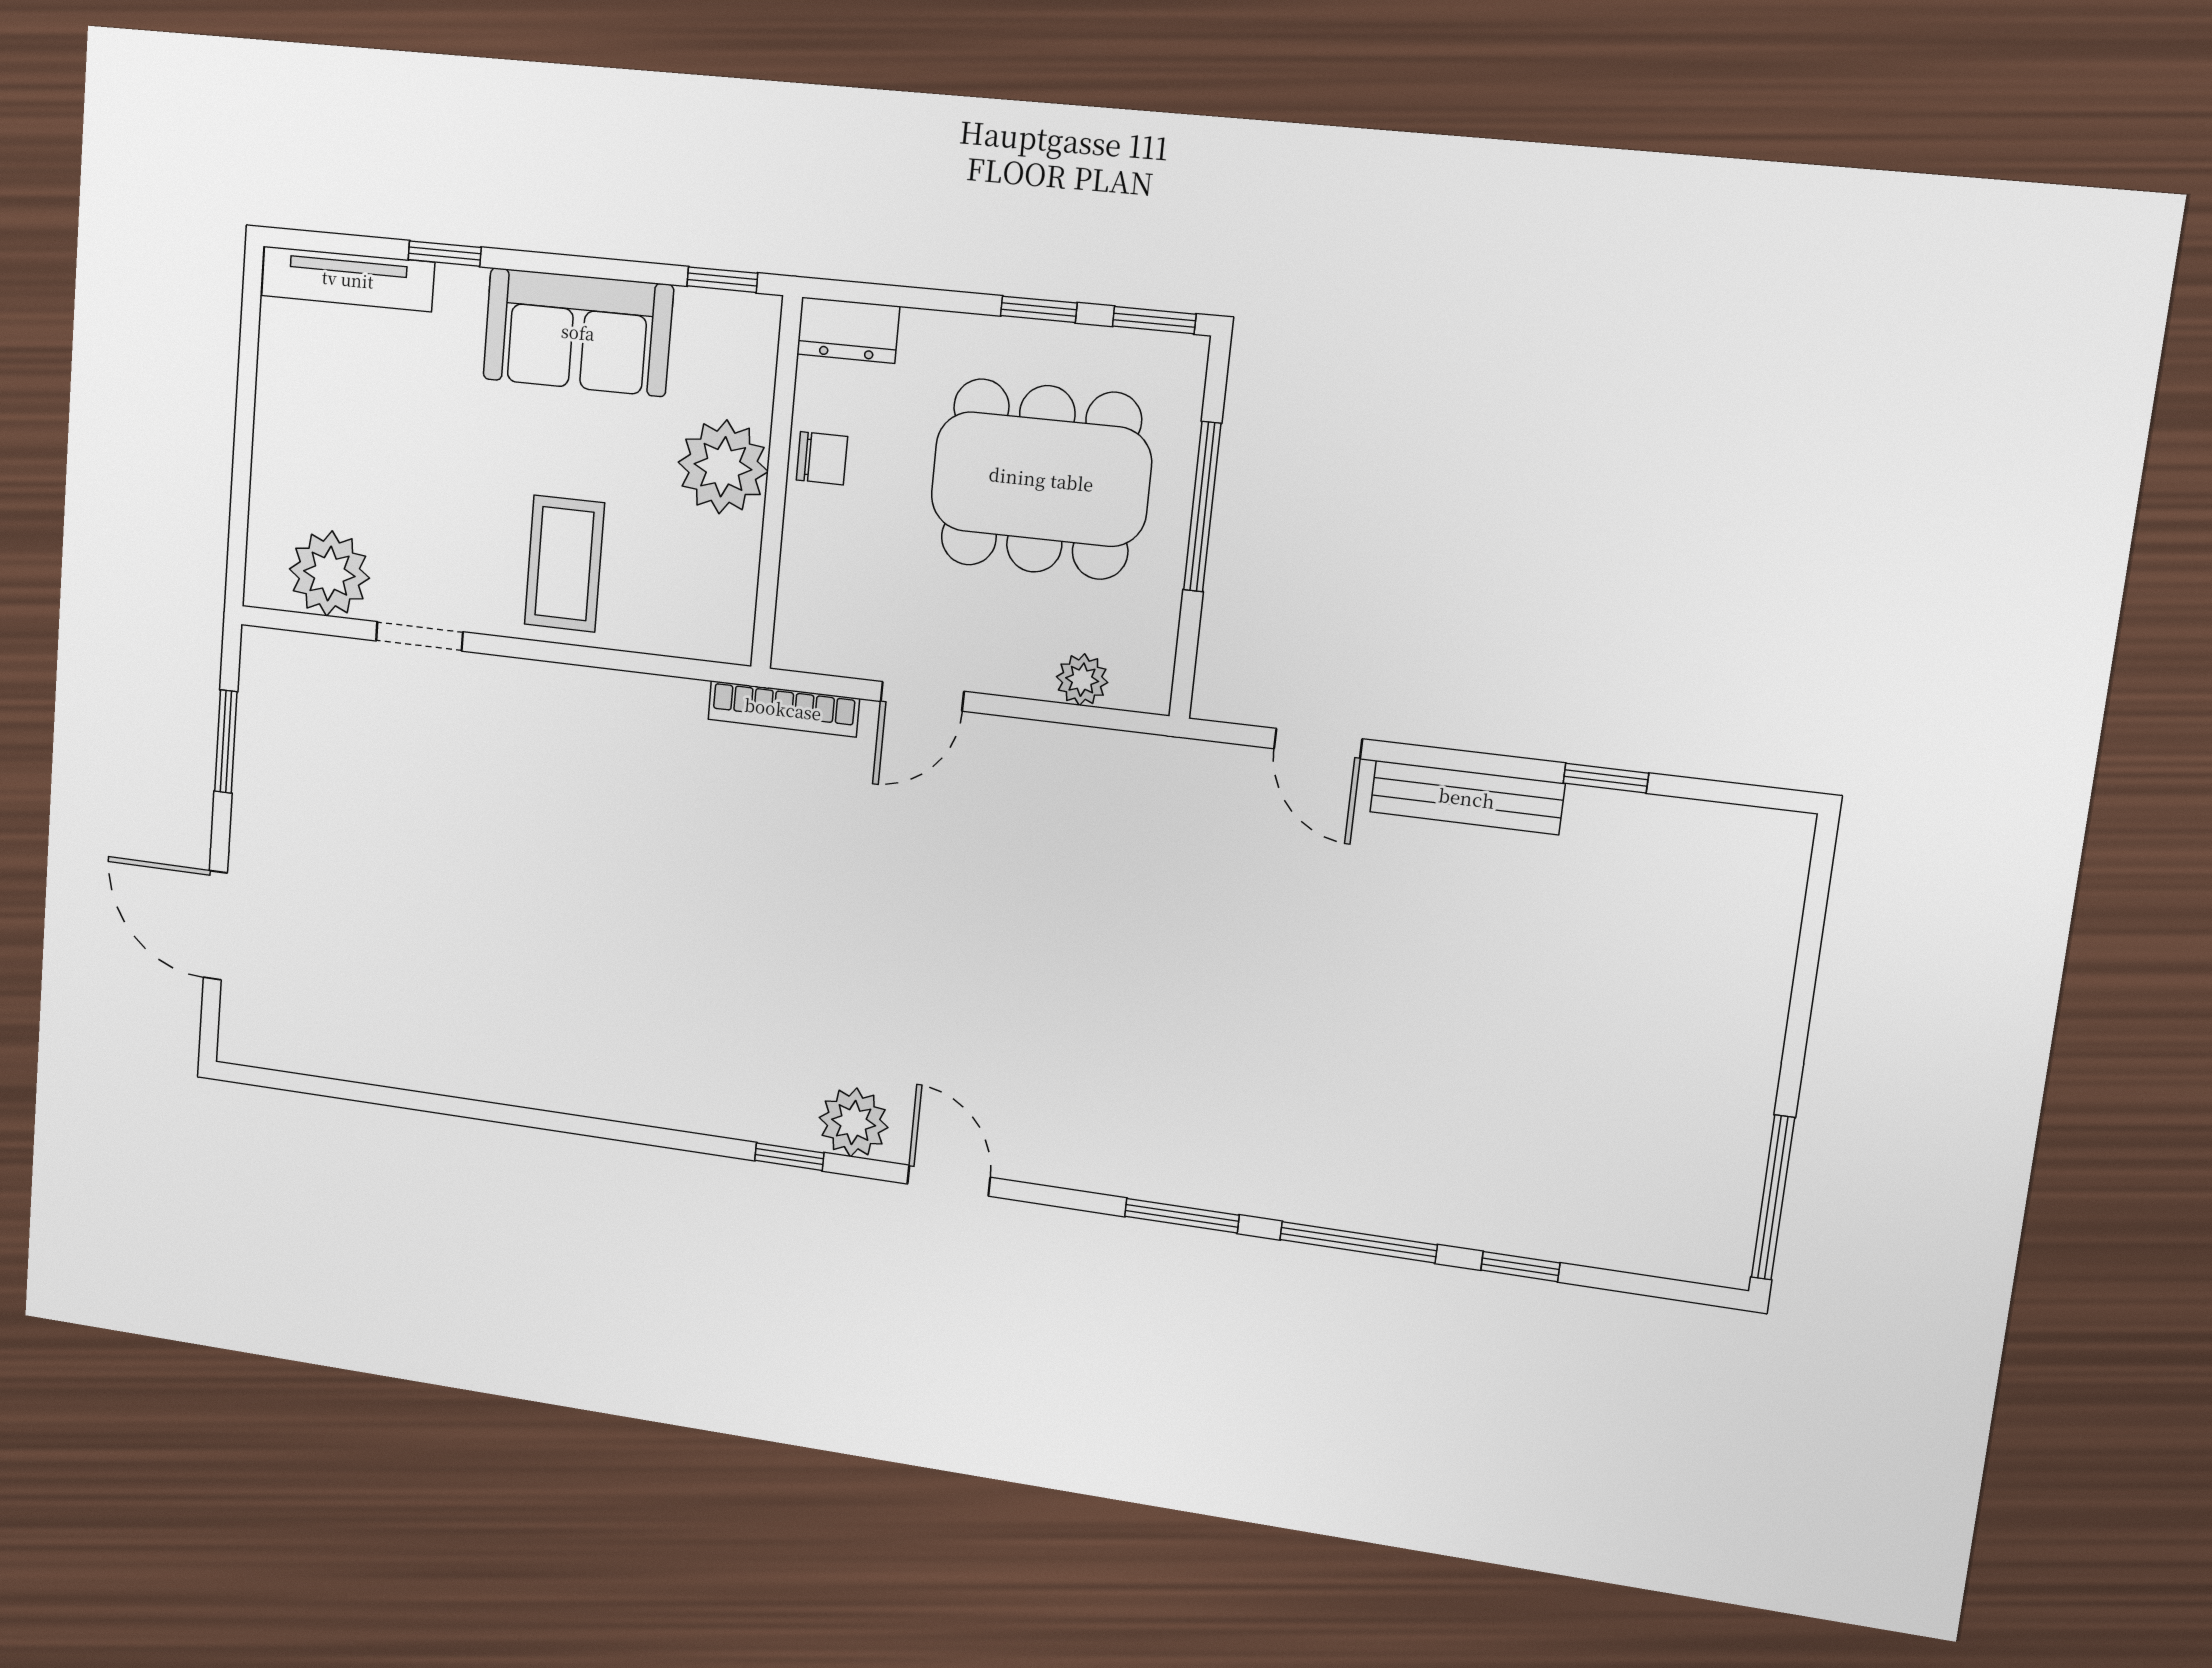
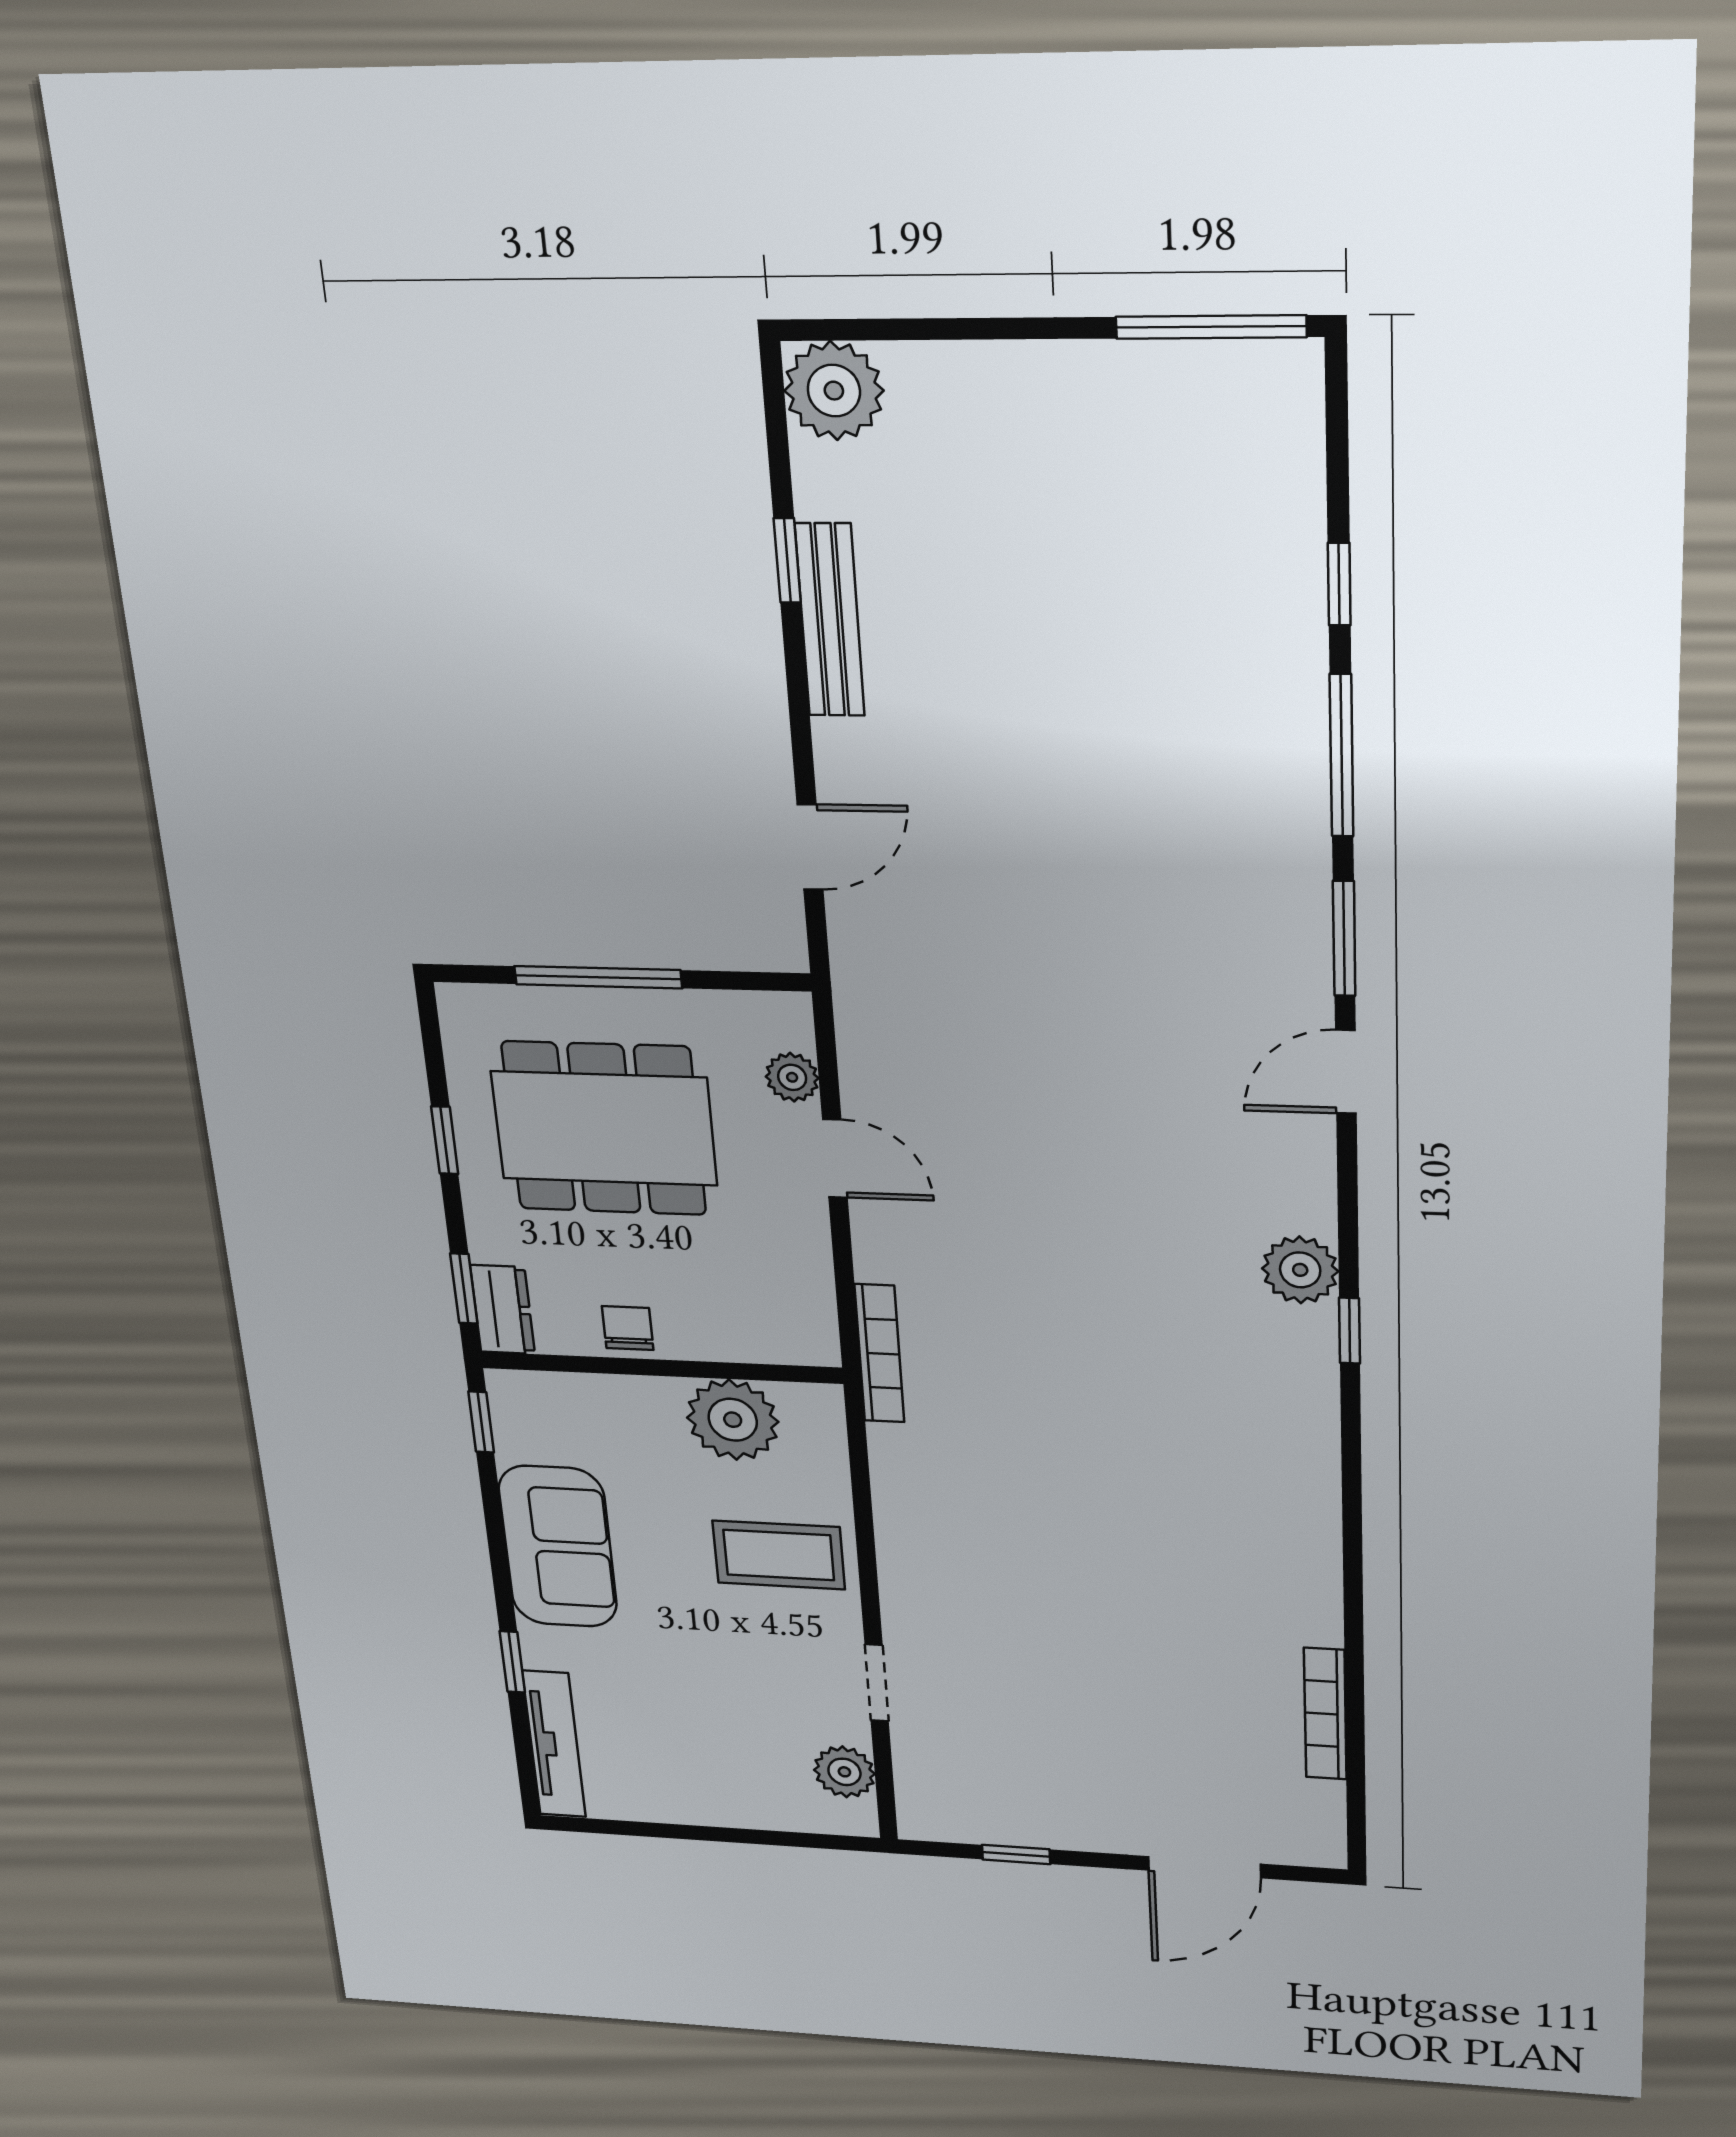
window: (1154, 320) -> (464, 1288), moved
plant: (723, 467) -> (733, 1420), moved
dining table: (1041, 479) -> (604, 1128), turned 90
plant: (329, 574) -> (844, 1772), width x0.73, depth x0.73
door: (922, 696) -> (835, 1158), moved
window: (226, 742) -> (1016, 1854), width x0.67
bench: (1467, 798) -> (830, 620), moved
plant: (1764, 854) -> (834, 391), added
bookcase: (386, 1069) -> (1325, 1714), added
door: (949, 1181) -> (1346, 1072), moved

